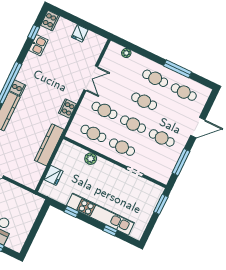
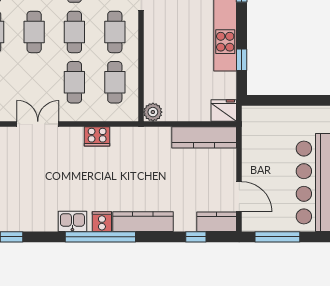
kitchen sink: (38, 45) -> (72, 221), moved
kitchen counter: (49, 145) -> (204, 137), moved
plant: (91, 159) -> (153, 112), moved
fridge: (53, 175) -> (224, 110), moved

